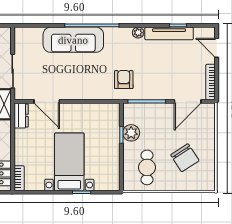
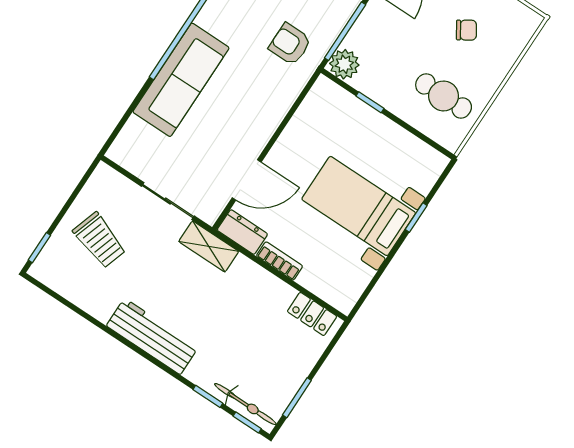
plant: (131, 133) -> (344, 64), moved
chair: (185, 158) -> (466, 30), width x0.54, depth x0.54
bookcase: (19, 178) -> (280, 261), moved

